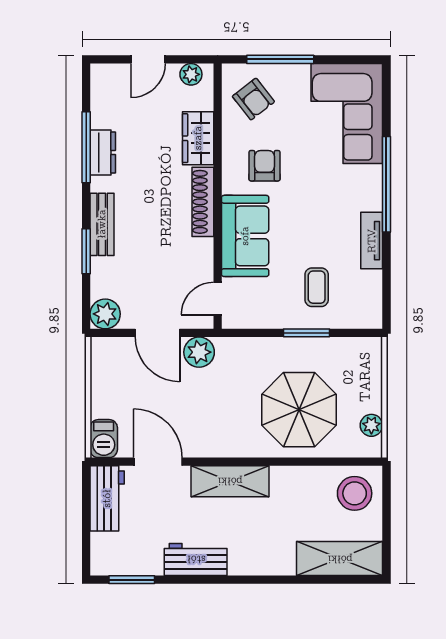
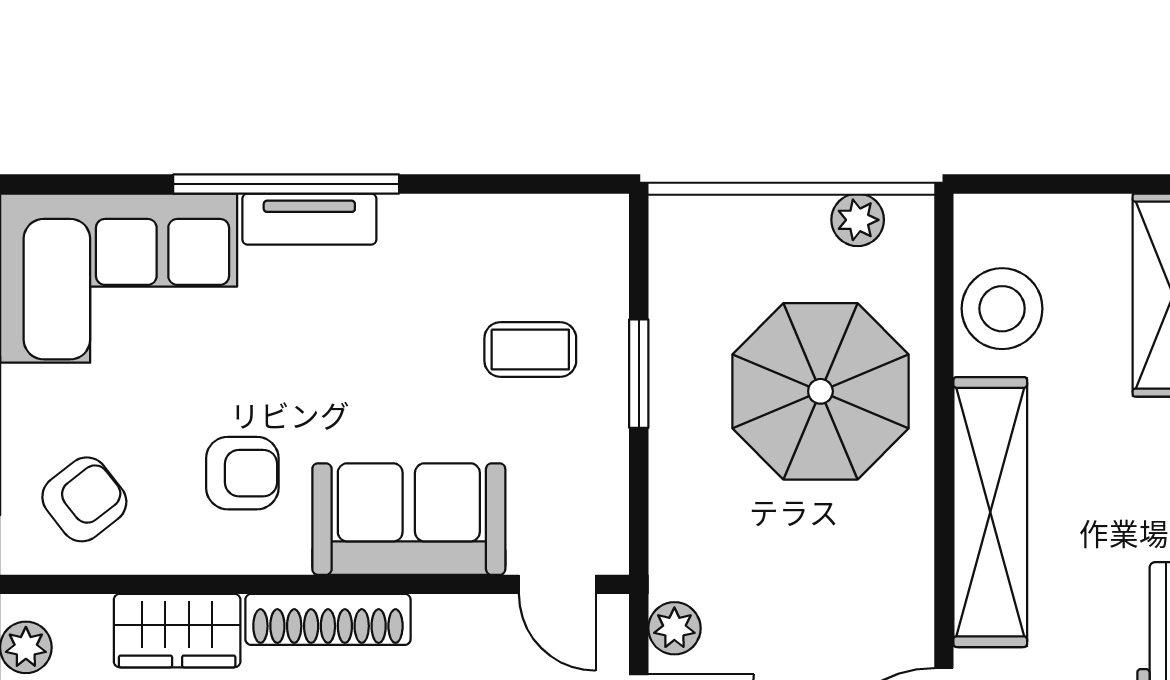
armchair: (264, 166) -> (242, 473), turned 180
tv unit: (372, 241) -> (309, 219), moved
plant: (199, 352) -> (674, 628), width x0.73, depth x0.73
shelving: (230, 481) -> (990, 512), width x1.47
stool: (355, 493) -> (1002, 309), moved

